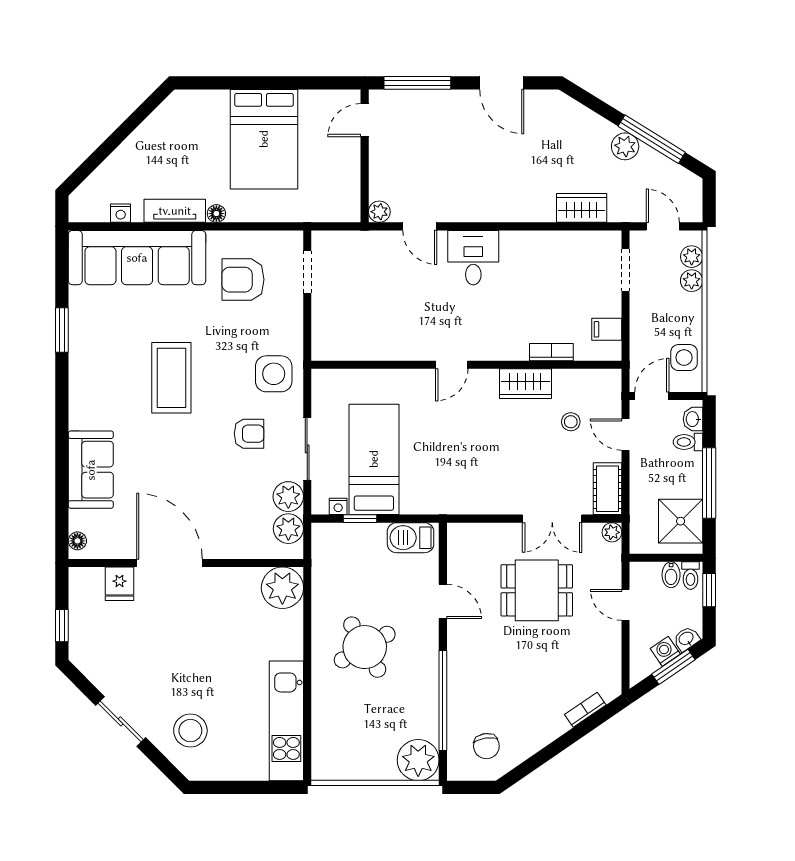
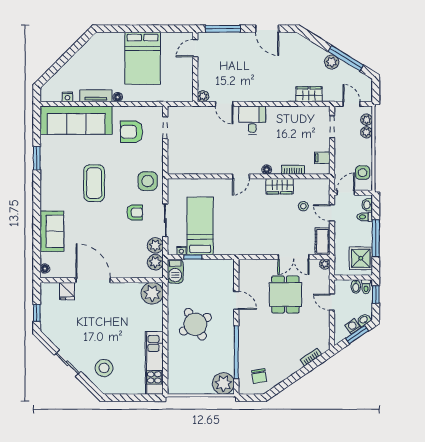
floor lamp: (501, 352) -> (267, 170), added
barbecue: (411, 538) -> (175, 271), moved, turned -90
dining table: (537, 590) -> (285, 295), turned 90

